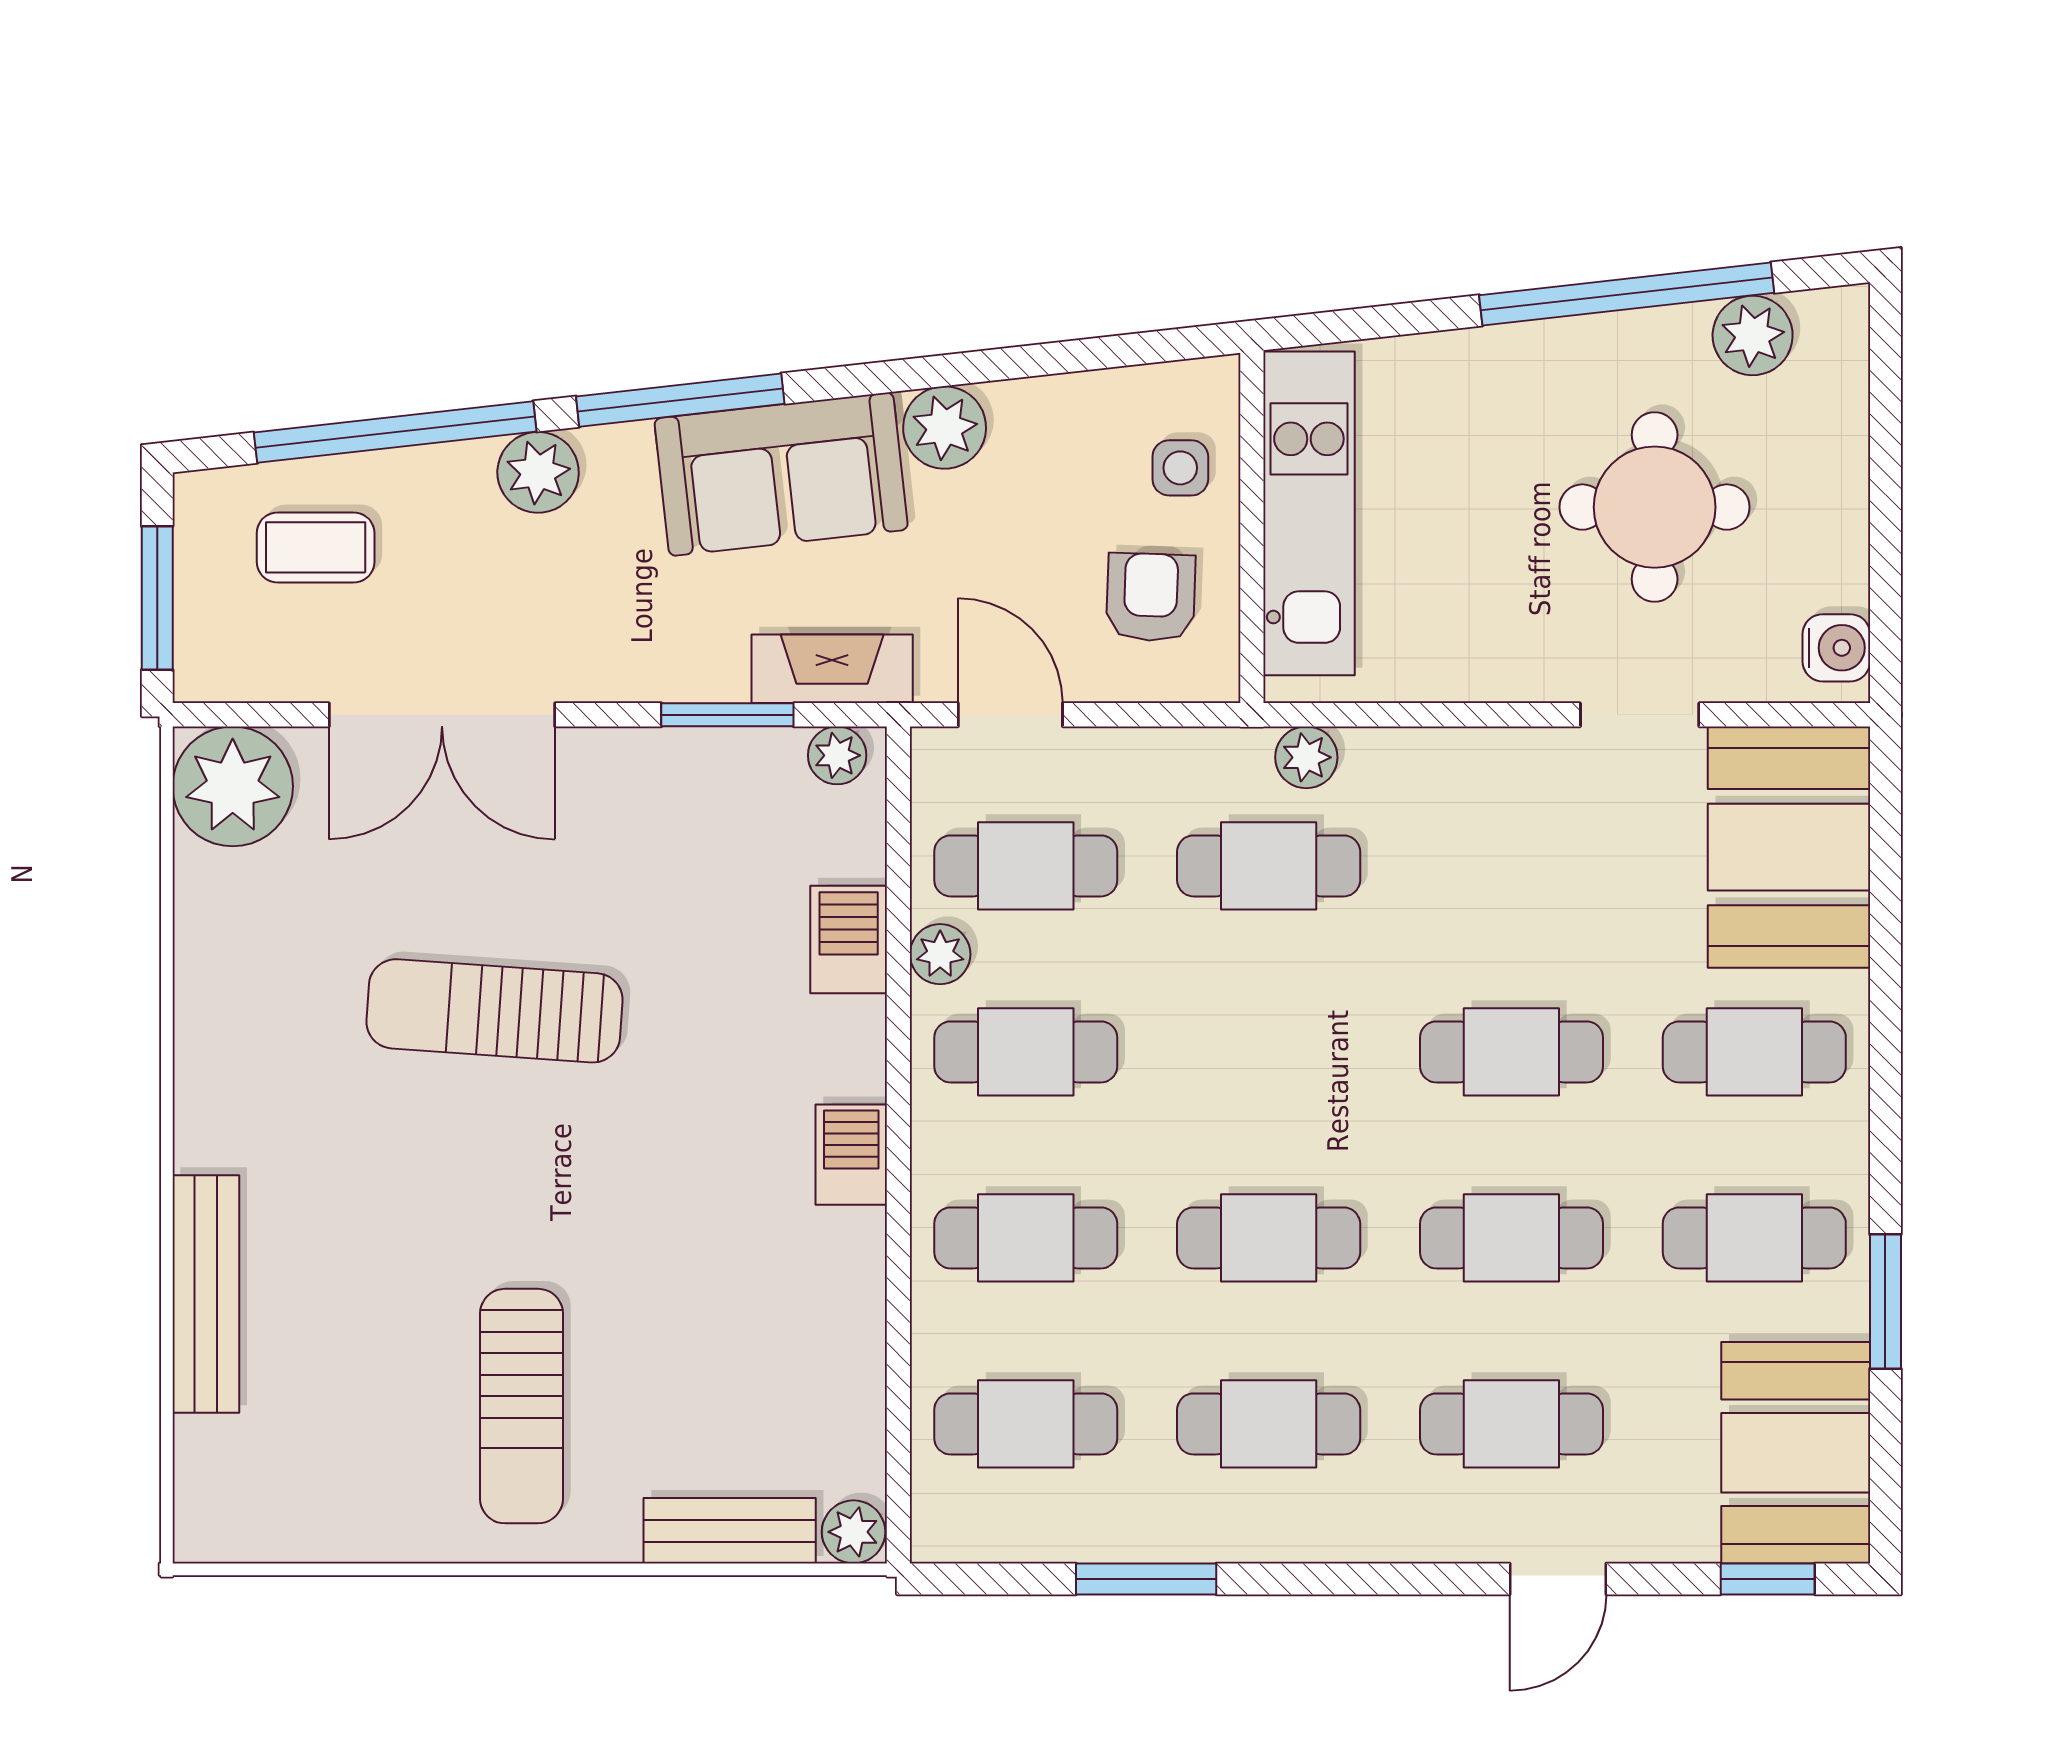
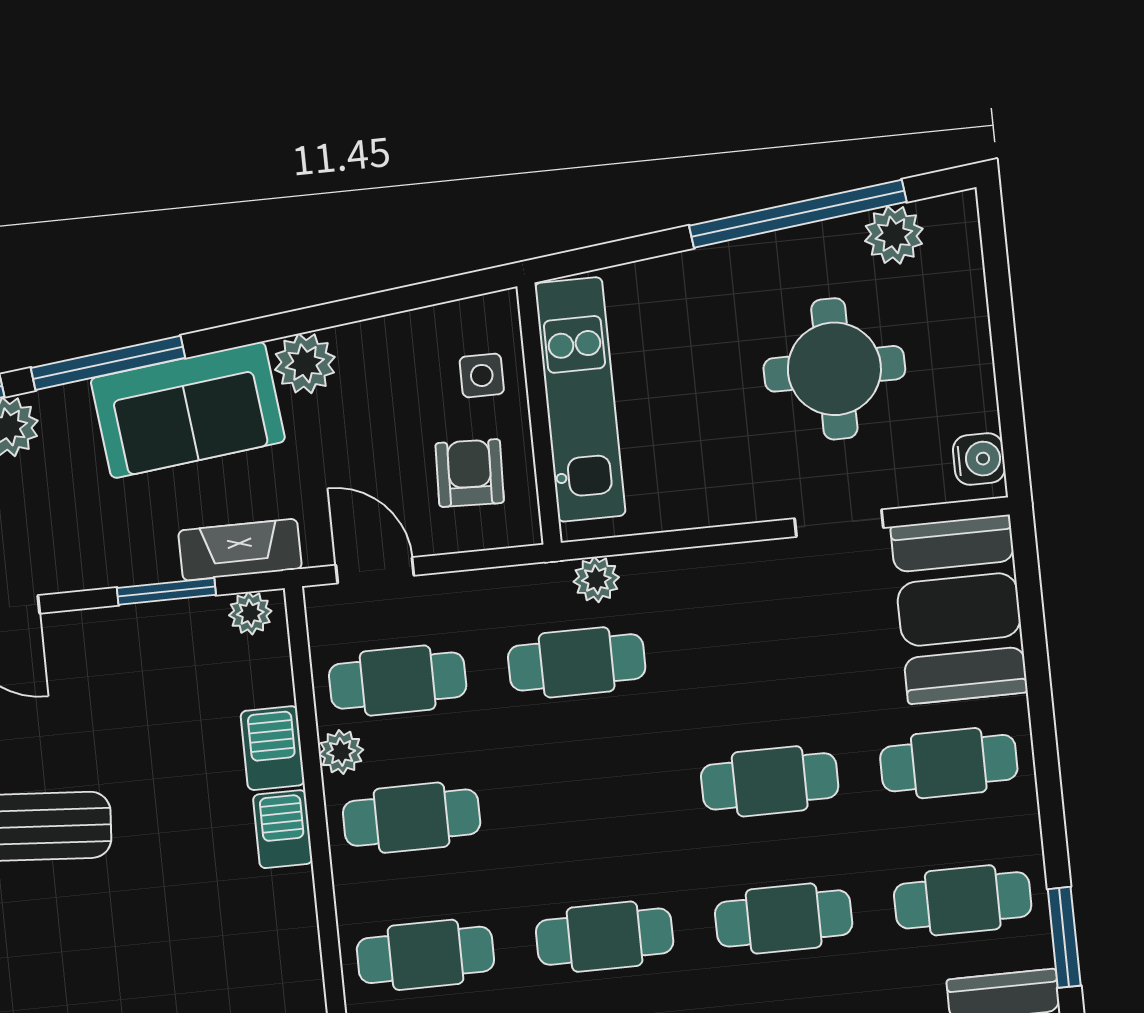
barbecue: (851, 1155) -> (283, 829), moved

